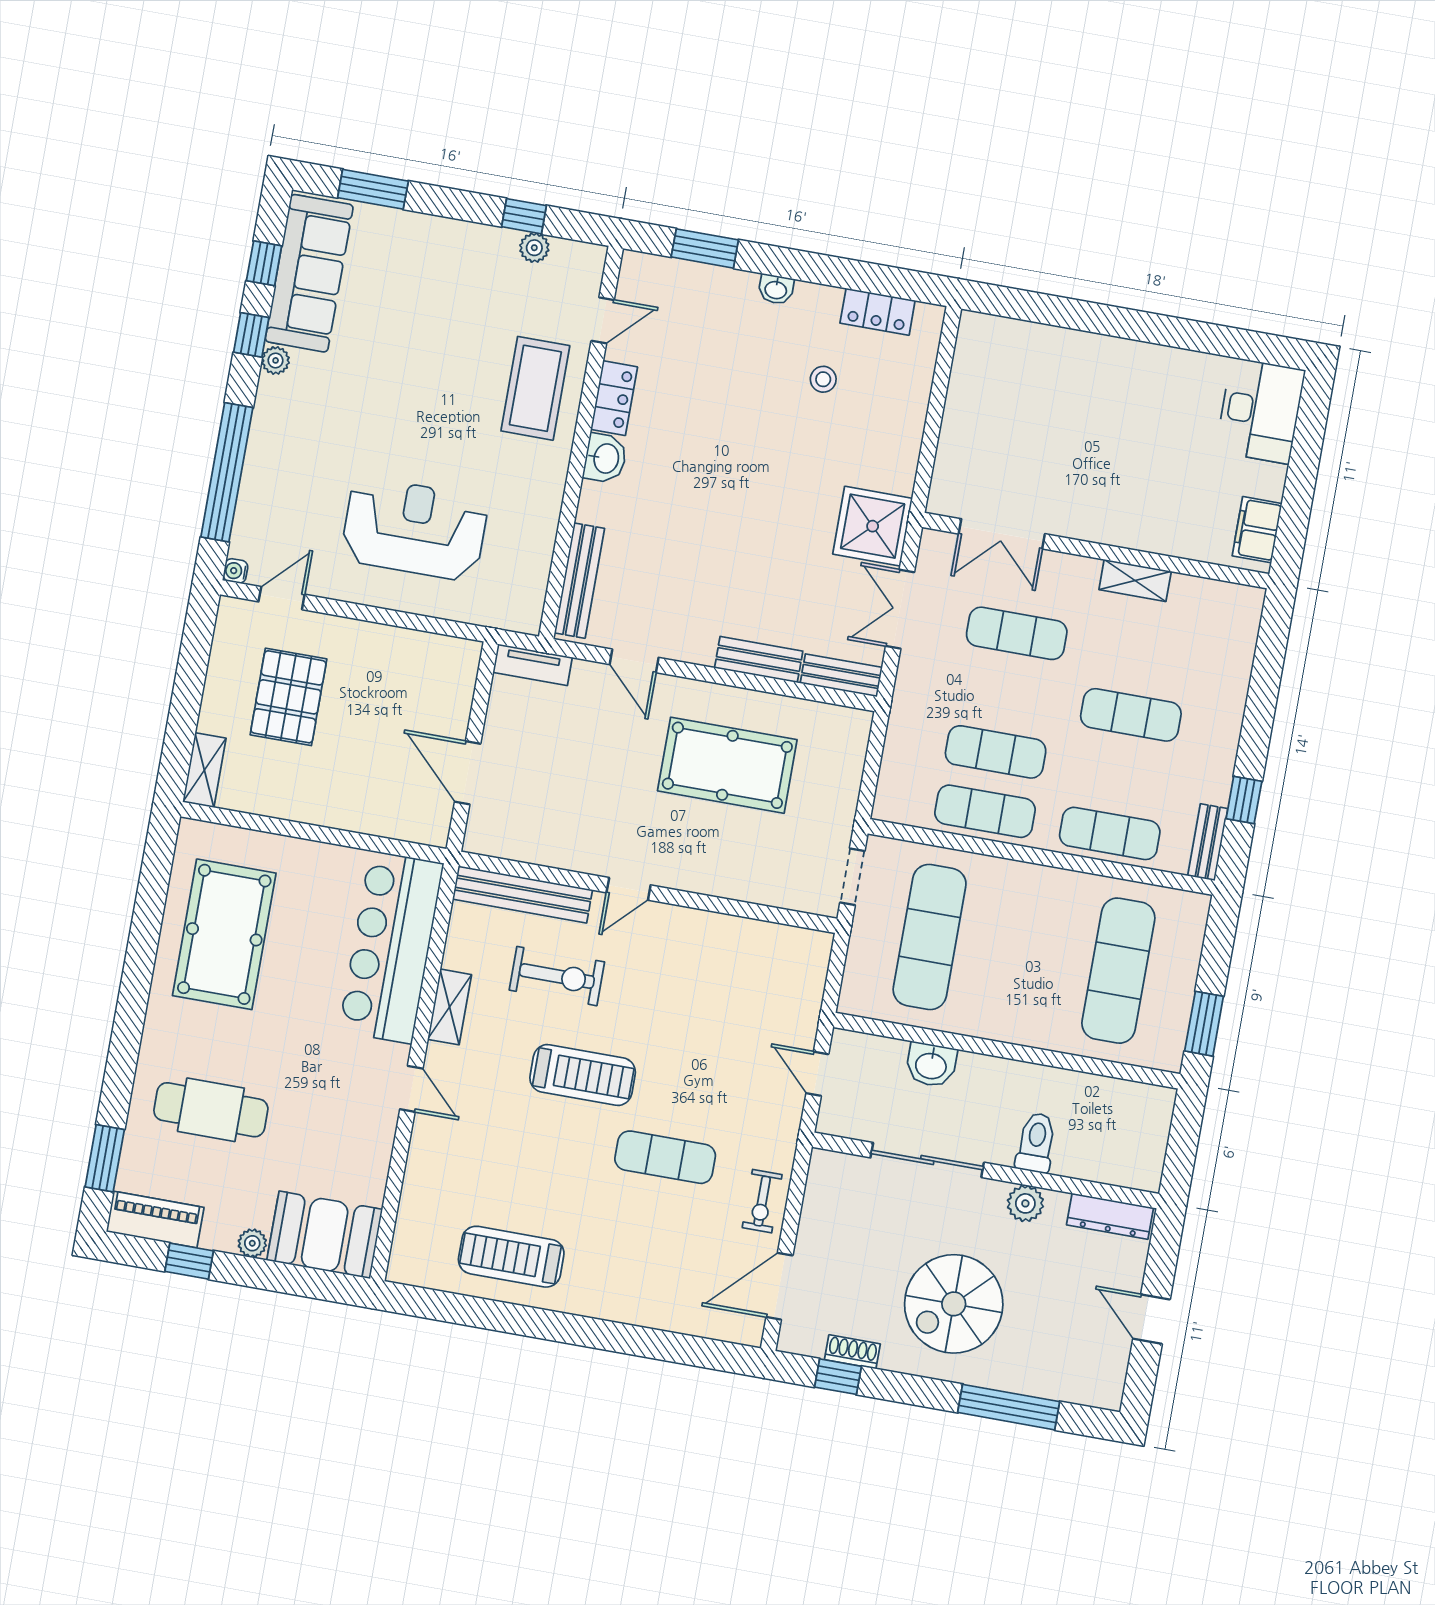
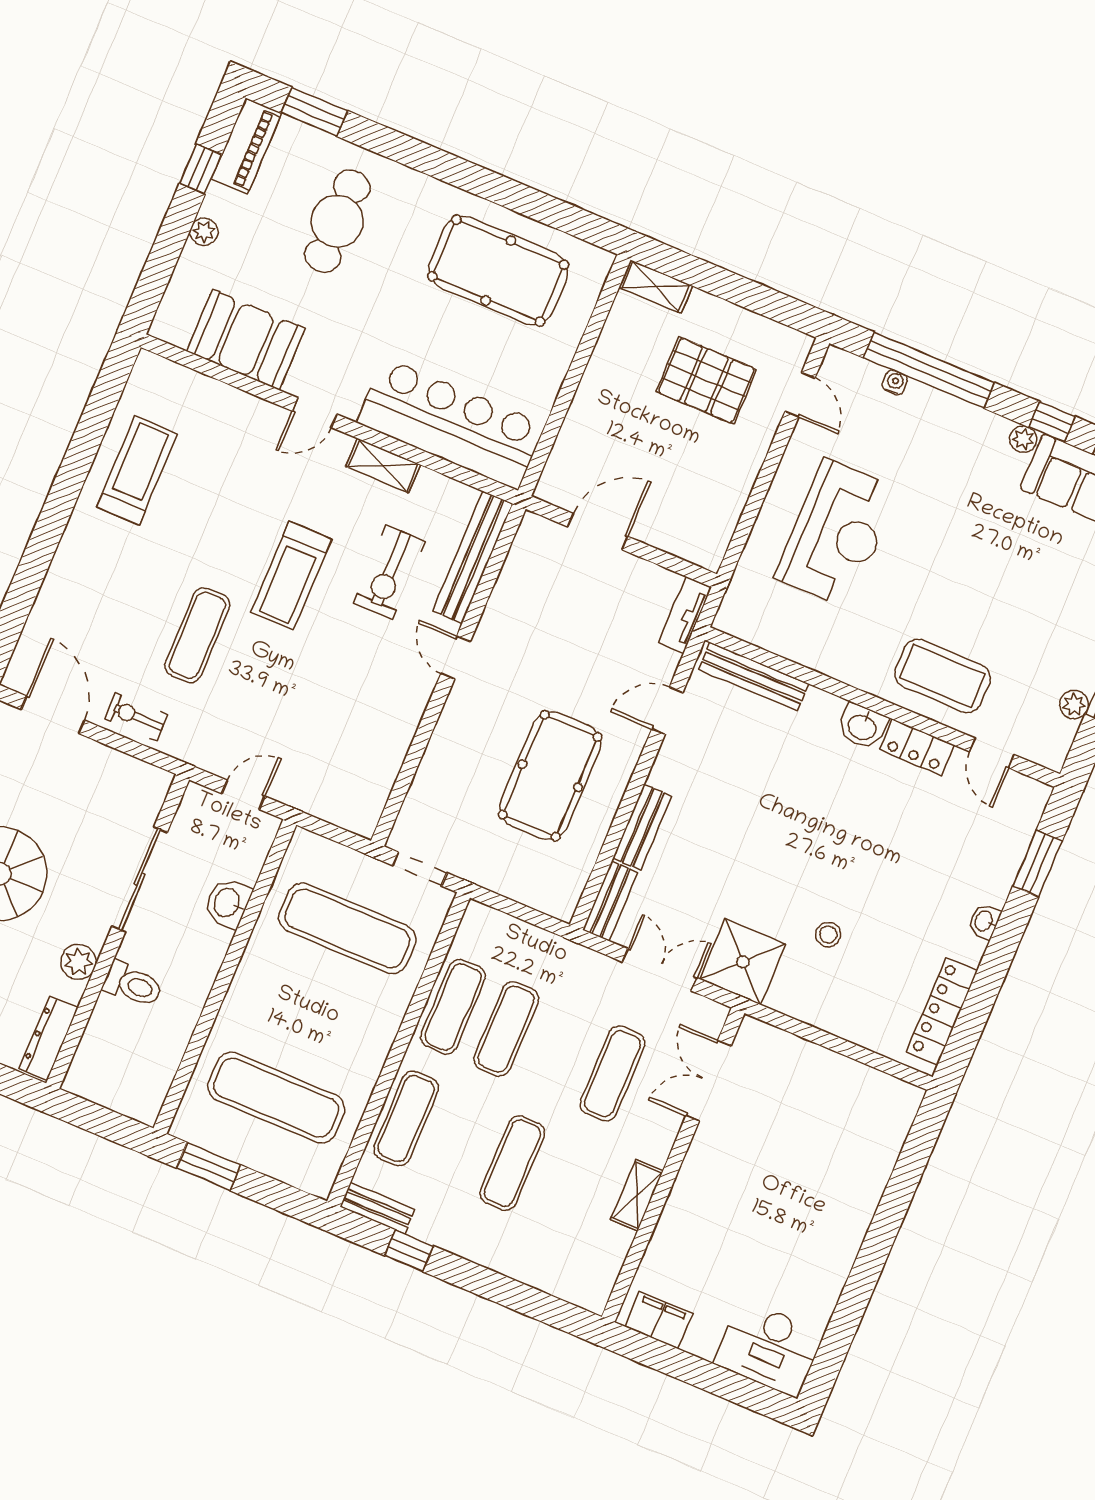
locker: (878, 312) -> (942, 1011), width x1.53
stool: (823, 379) -> (828, 934), moved
water cooler: (235, 571) -> (895, 383), moved
booth: (325, 1235) -> (246, 340), moved, turned 90

